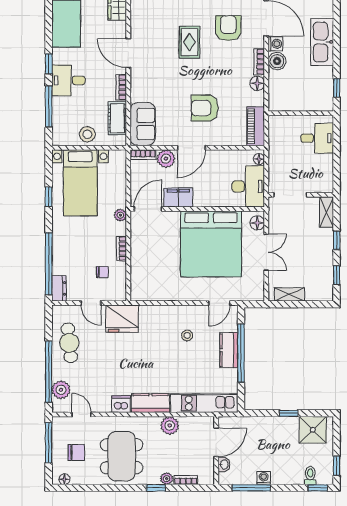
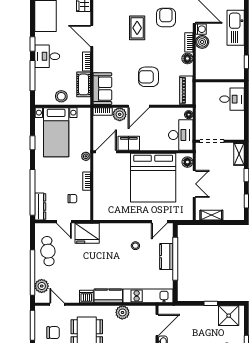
dresser: (59, 288) -> (40, 207), width x1.44

